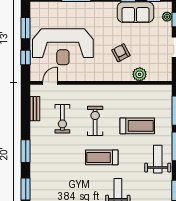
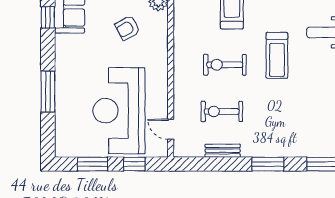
reception desk: (63, 47) -> (119, 111), turned 180
bench: (35, 109) -> (223, 151), moved
exercise bike: (62, 119) -> (222, 111), turned 180

